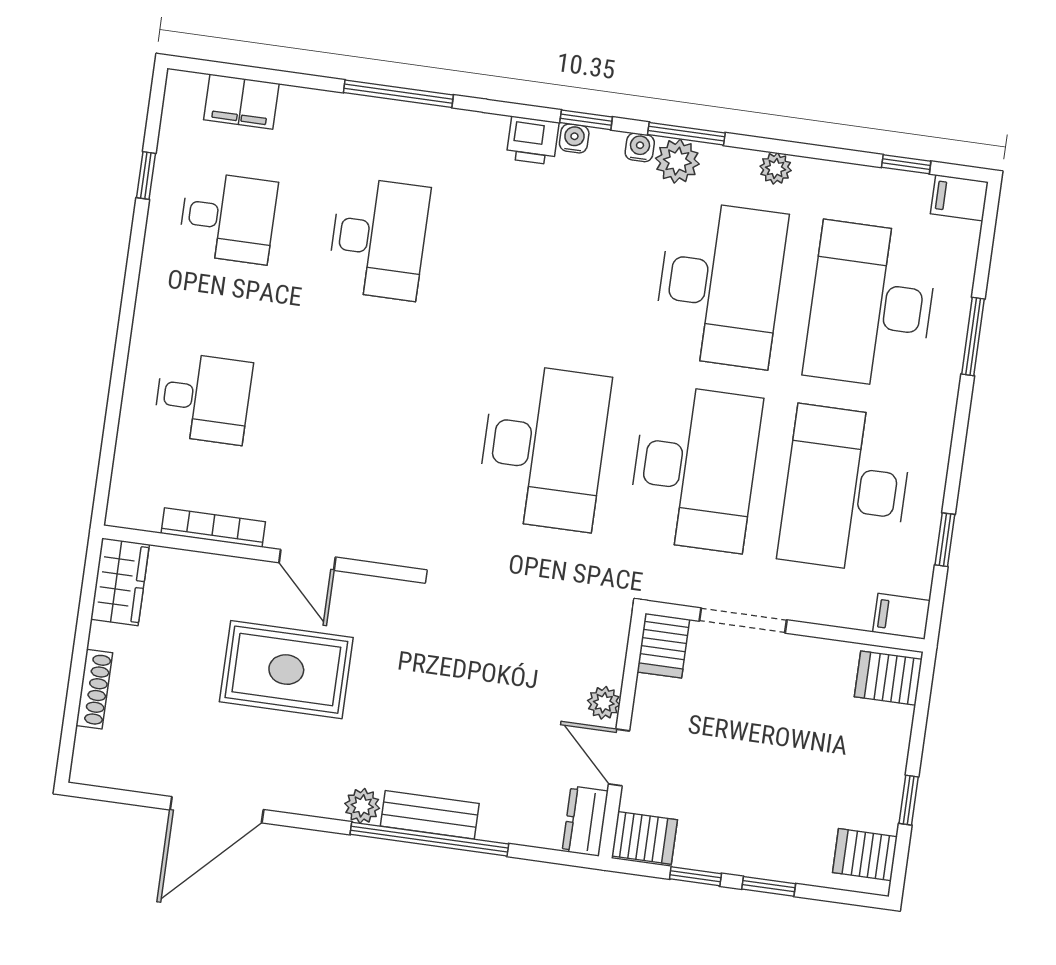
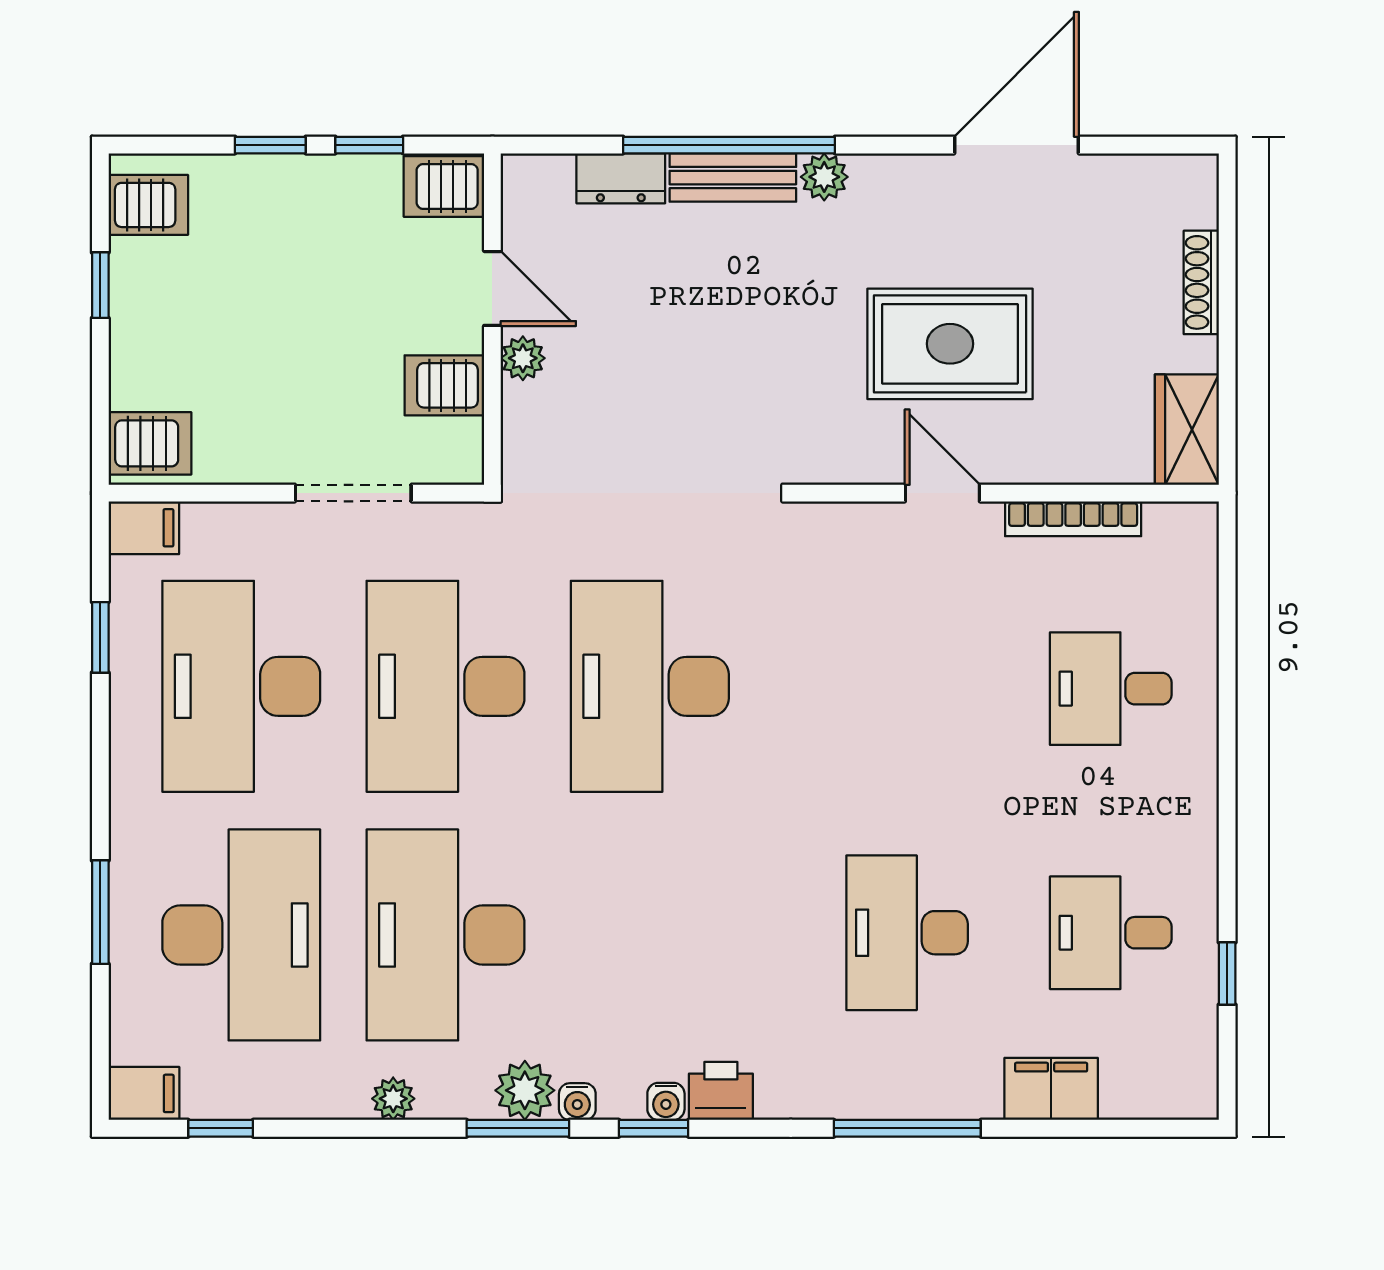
filing cabinet: (241, 102) -> (1051, 1089), moved
desk: (846, 489) -> (241, 686), turned 180
server rack: (663, 646) -> (444, 385), moved, turned -90
dresser: (585, 821) -> (621, 178), moved, turned 90

